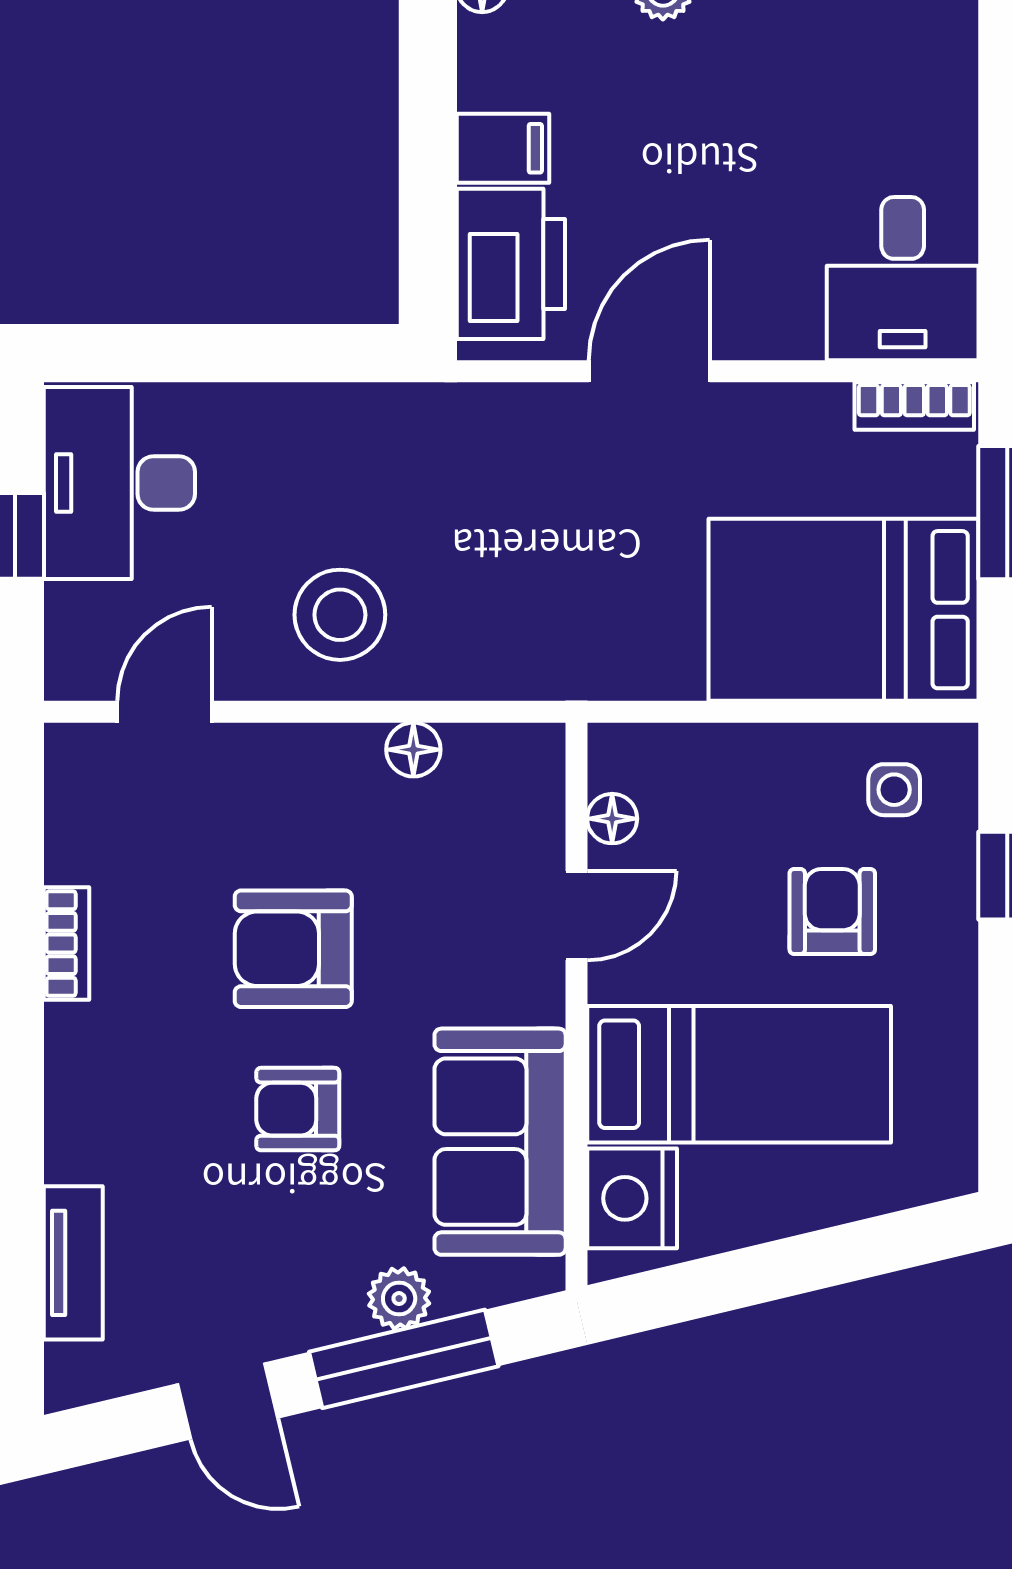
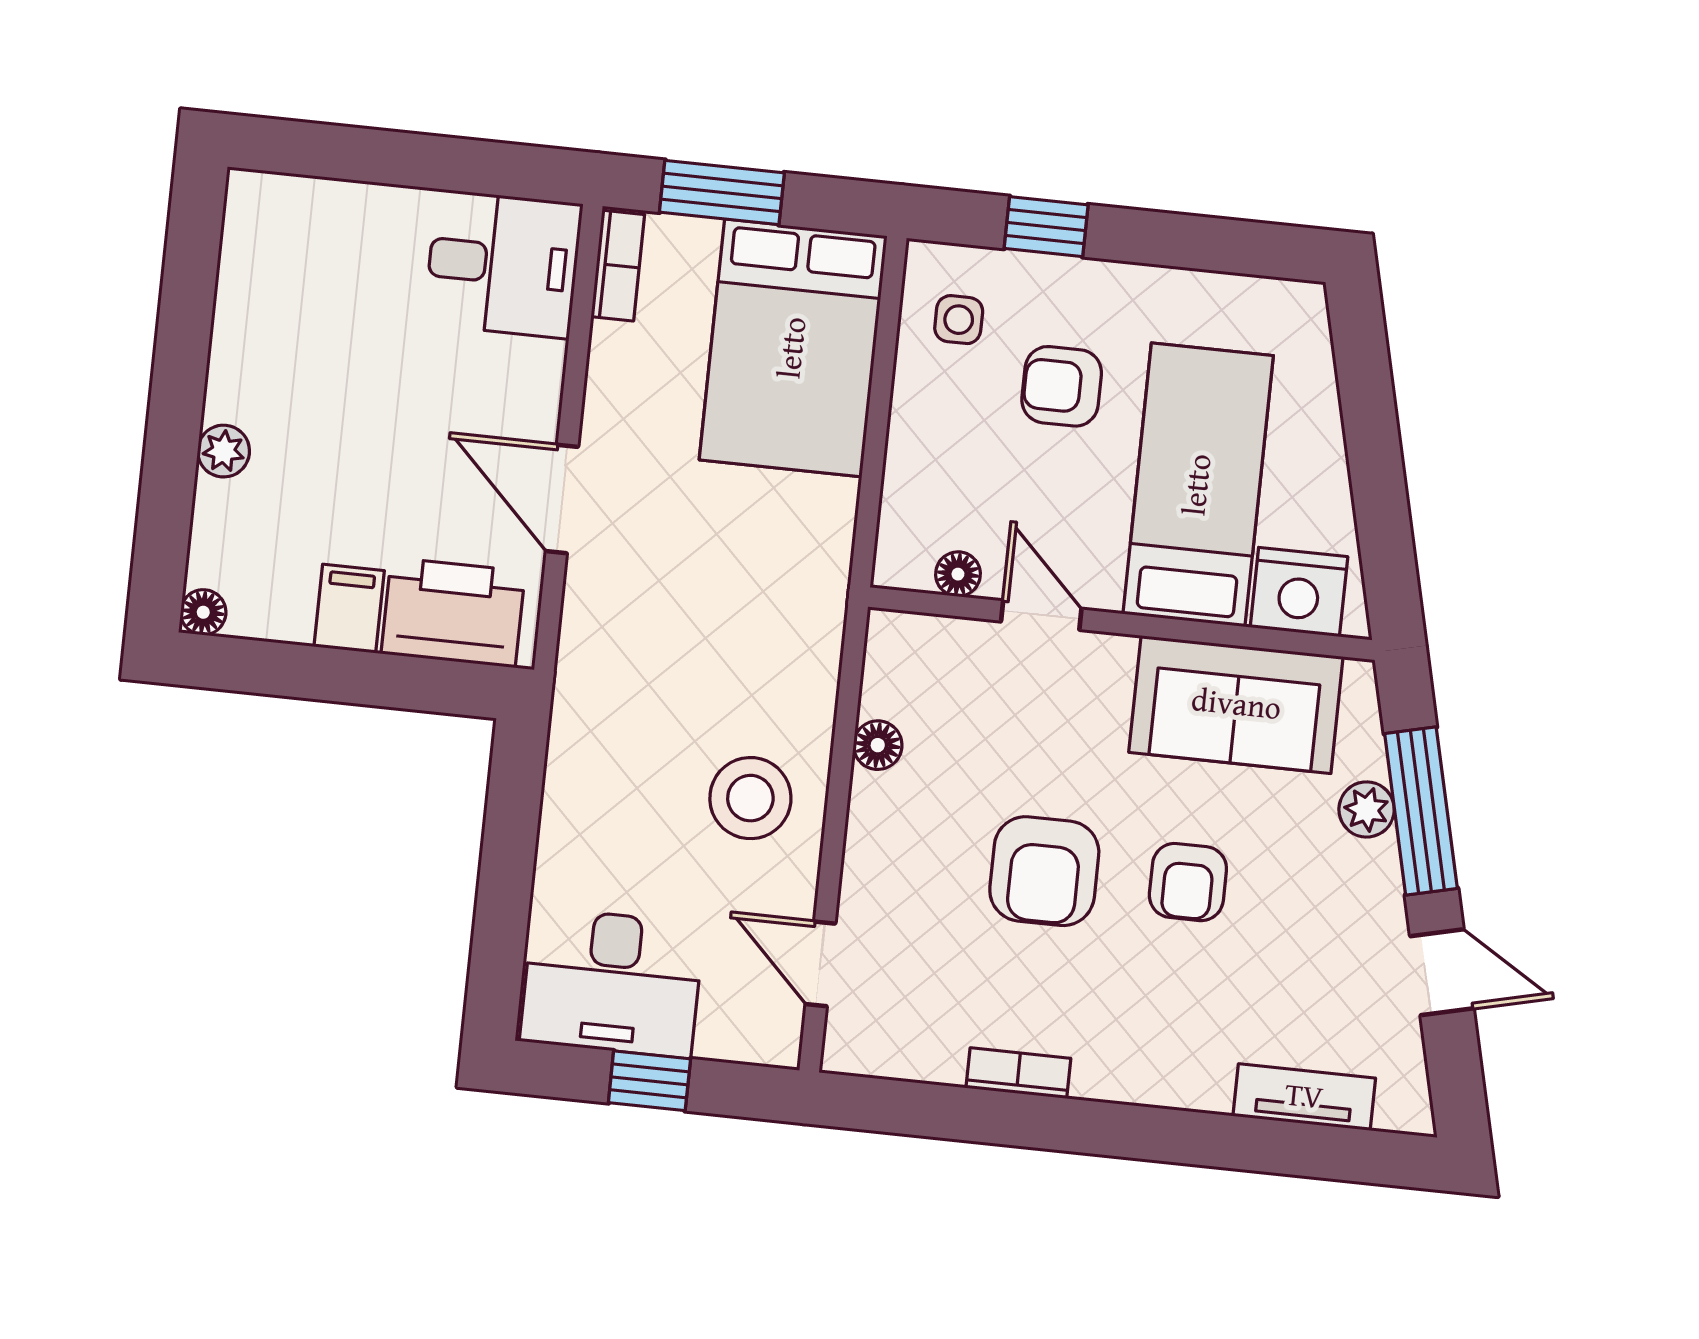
door: (228, 1401) -> (1442, 972), hinge flipped

